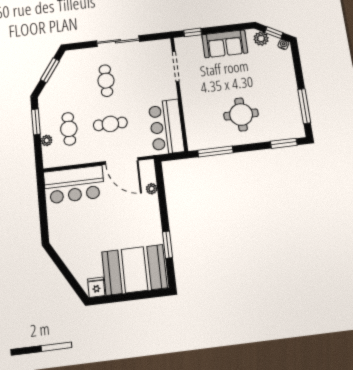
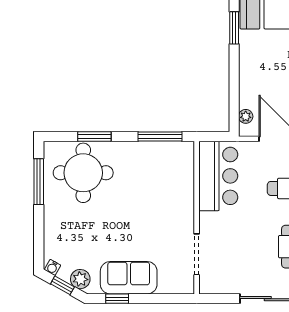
window: (193, 32) -> (117, 299), moved
round table: (241, 114) -> (83, 173), moved, width x1.36, depth x1.36
window: (284, 143) -> (94, 137), moved
plant: (152, 189) -> (246, 116), moved

